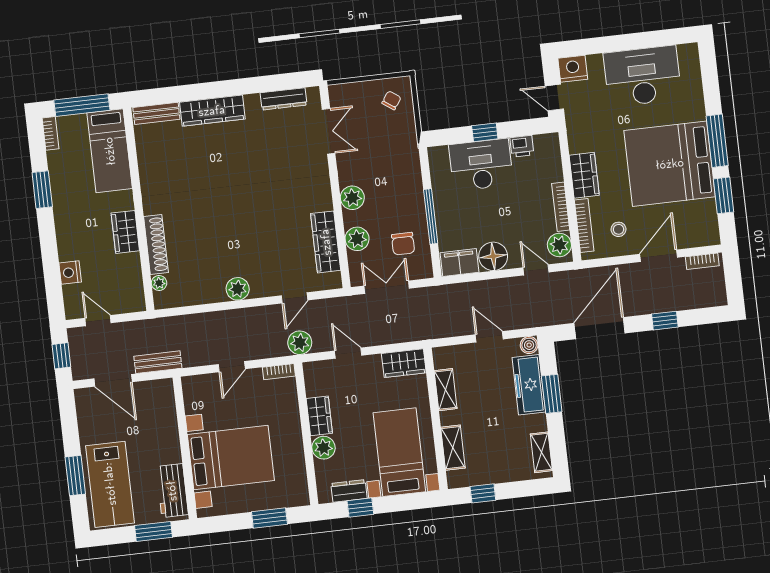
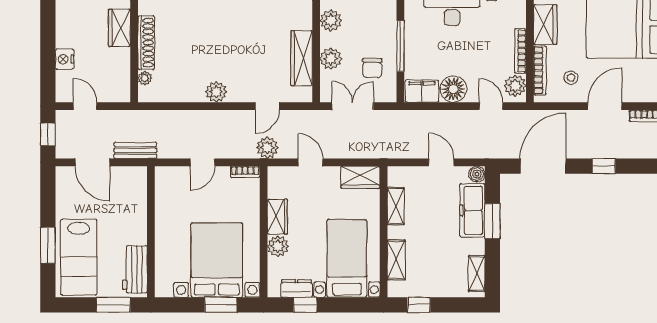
bed with nightstands: (231, 458) -> (217, 260), moved, turned -90

